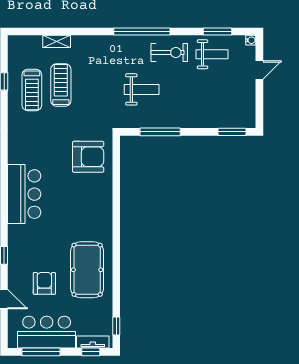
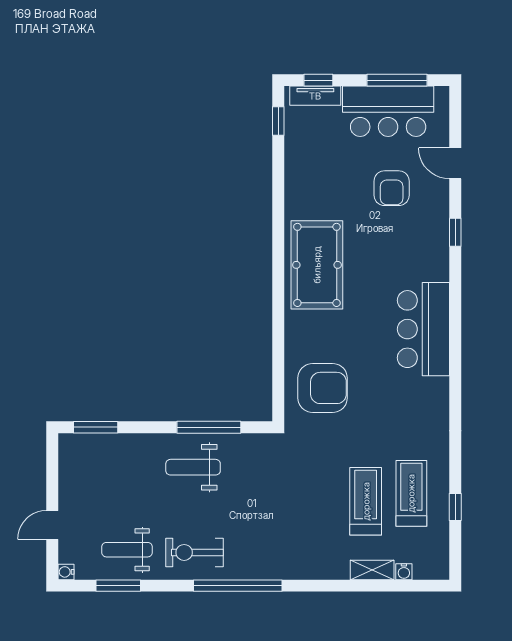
water cooler: (37, 40) -> (404, 572), added
treadmill: (61, 85) -> (366, 501), turned 180
weight bench: (142, 89) -> (193, 467), moved
armchair: (88, 157) -> (323, 388), turned 180
pool table: (87, 270) -> (317, 265), moved

